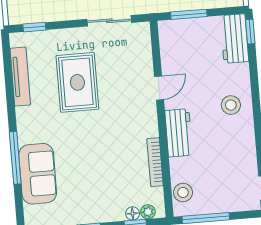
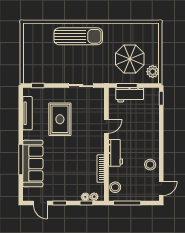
workbench: (234, 39) -> (130, 95), moved, turned -90
stool: (231, 105) -> (150, 165), moved
sofa: (38, 174) -> (33, 164), width x1.36

